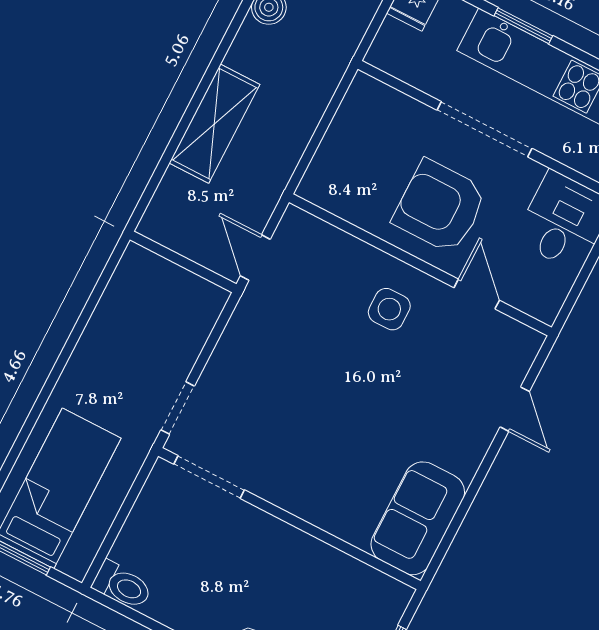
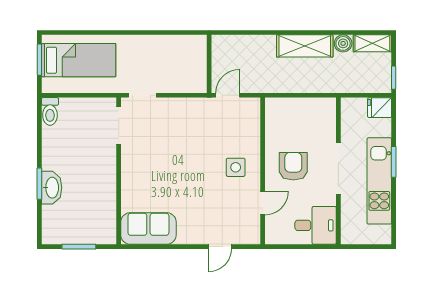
shelving: (214, 124) -> (305, 46), moved
armchair: (440, 207) -> (293, 166), width x0.73, depth x0.73

